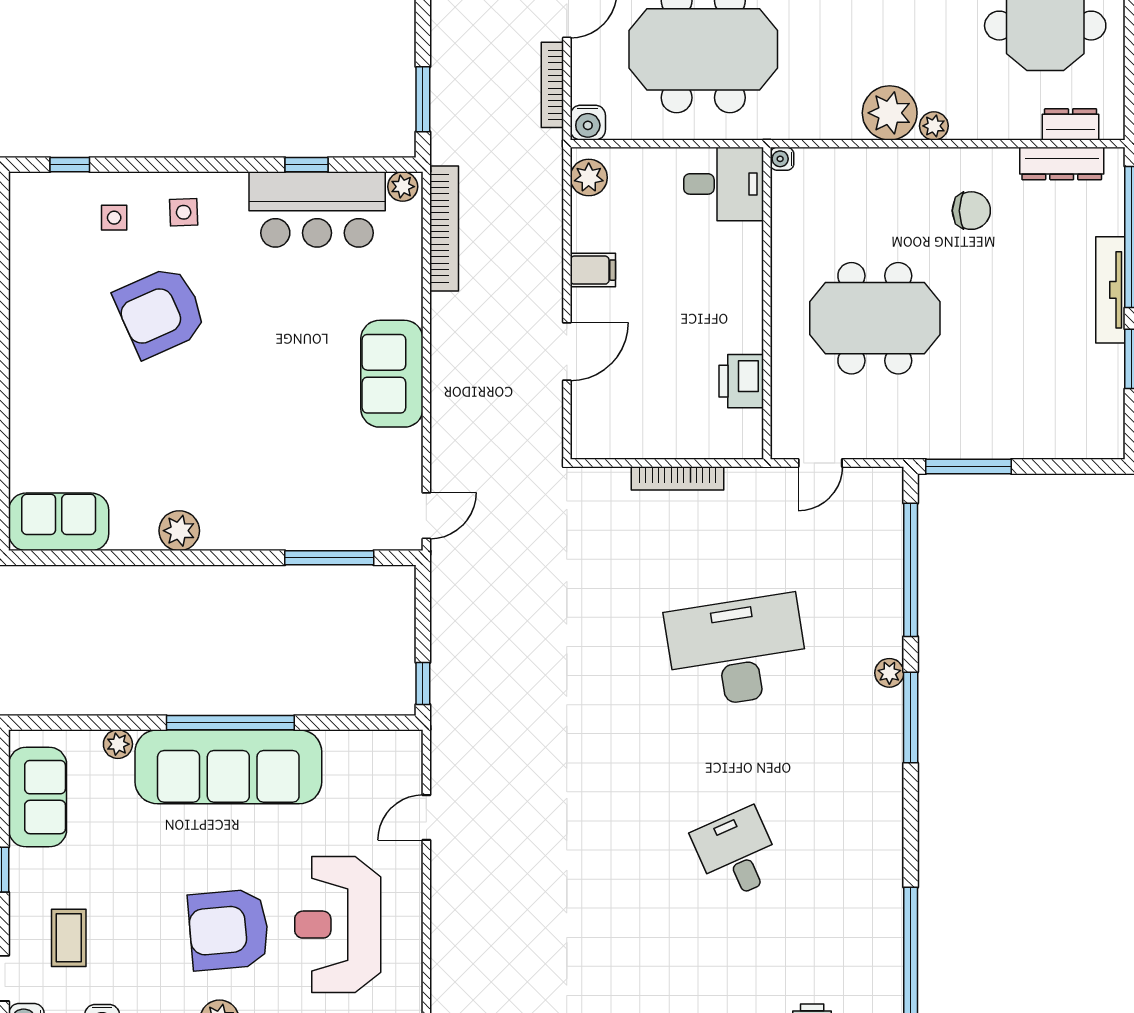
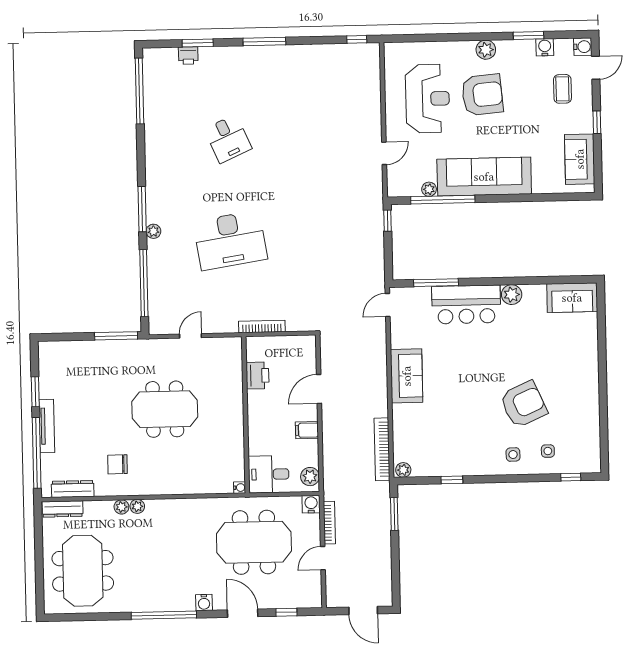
plant: (890, 113) -> (121, 507), moved, width x0.53, depth x0.53
dresser: (1071, 124) -> (63, 509), width x1.44
water cooler: (782, 159) -> (240, 488), moved
desk: (724, 184) -> (269, 474), moved
bar counter: (317, 209) -> (466, 305), moved, turned 180
wall: (767, 303) -> (246, 415), moved
printer: (741, 381) -> (258, 376), moved
window: (230, 723) -> (443, 200), moved
plant: (118, 744) -> (429, 189), moved

